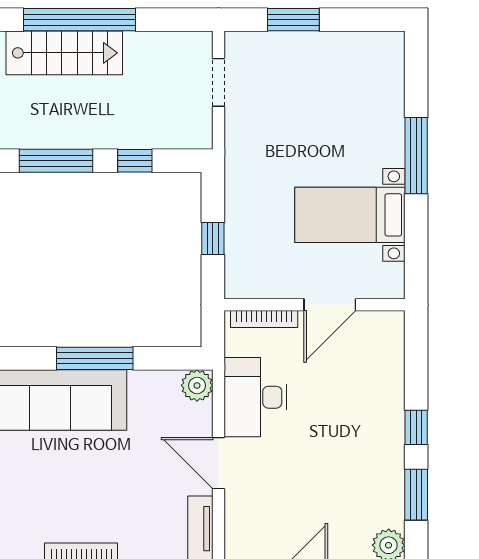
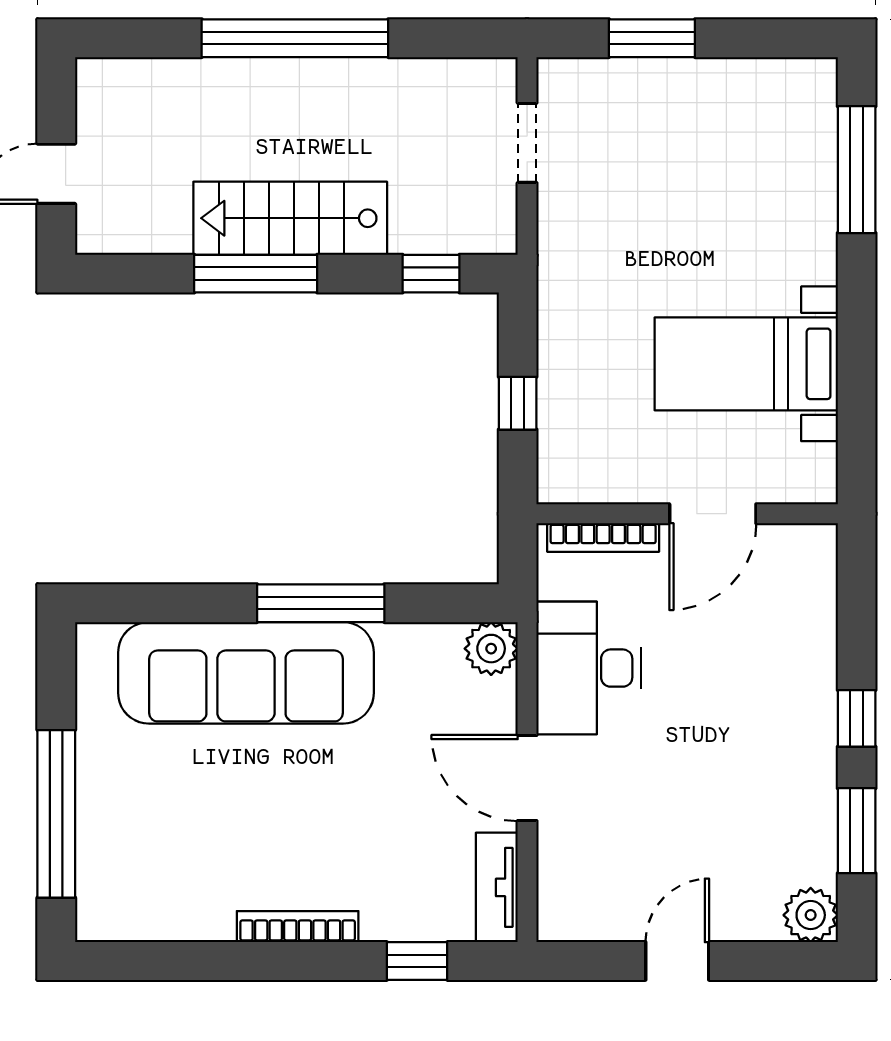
stairs: (64, 53) -> (290, 218), moved, turned 180
window: (416, 156) -> (857, 170), moved
window: (135, 161) -> (431, 274), moved

